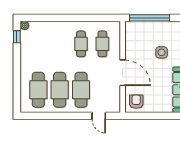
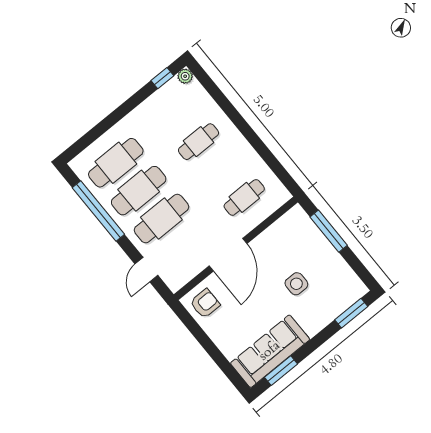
window: (149, 18) -> (329, 231), width x0.68
cafe table: (81, 44) -> (199, 142), moved
window: (54, 116) -> (98, 211), added

